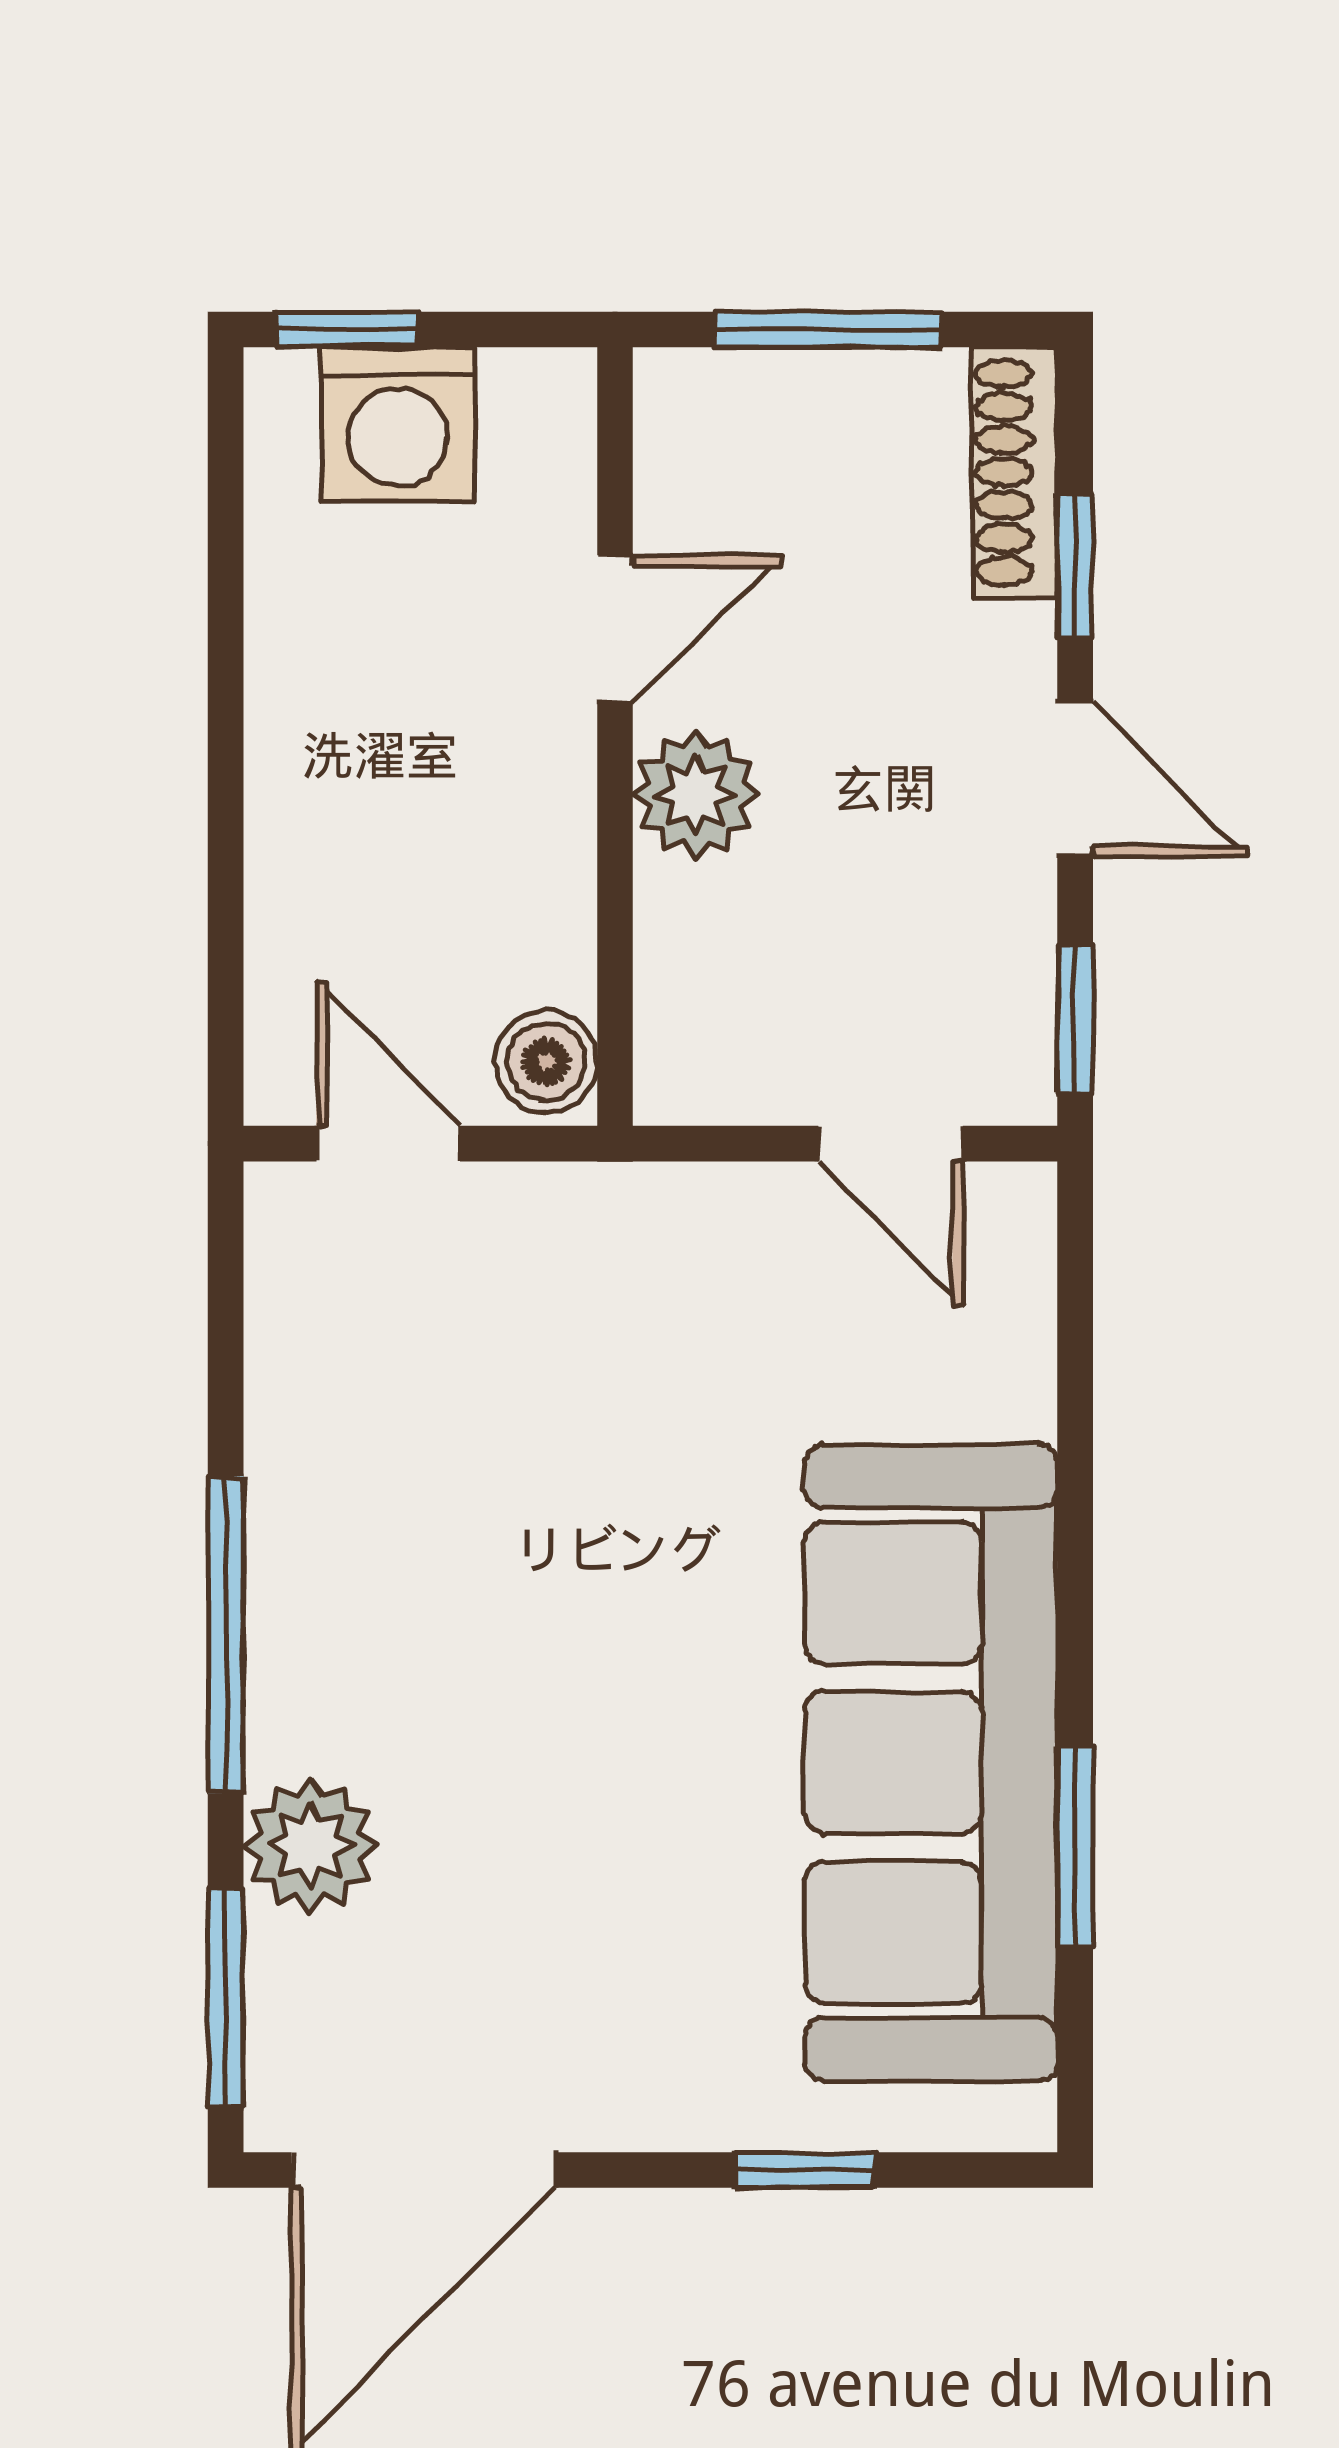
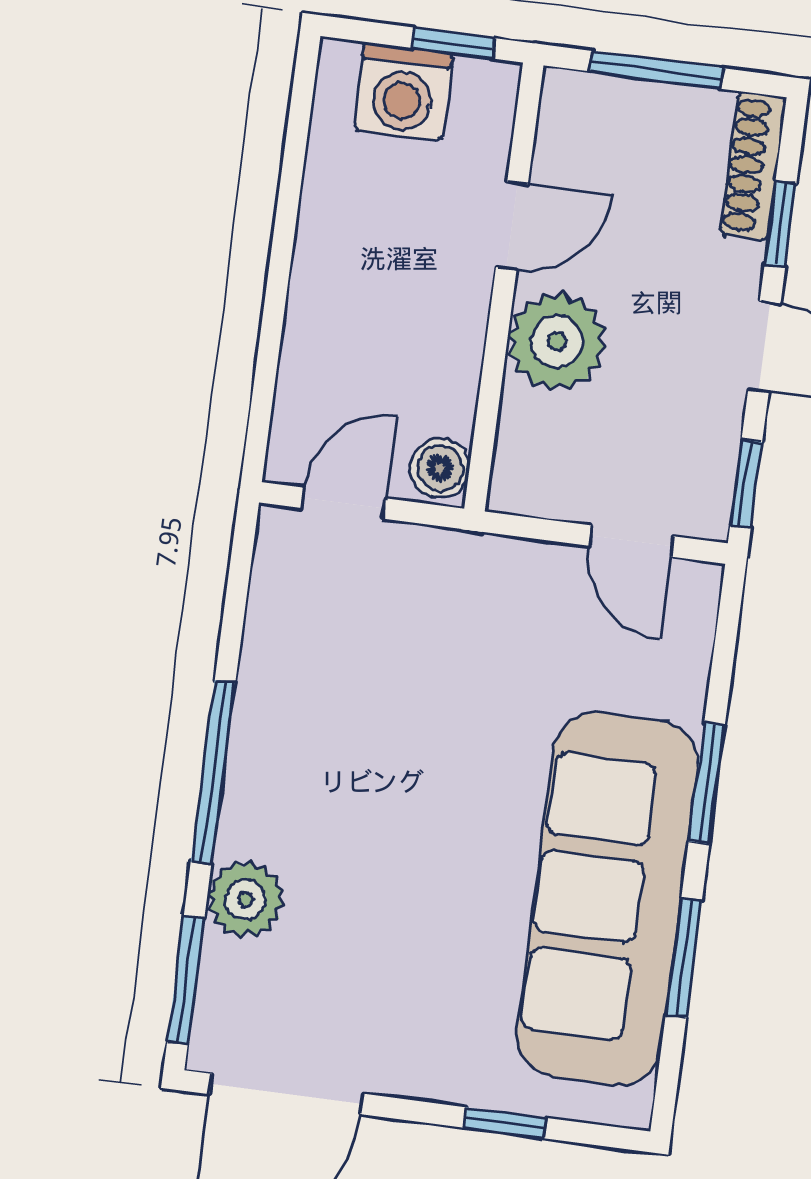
window: (346, 330) -> (453, 43), moved
plant: (696, 795) -> (557, 341), width x1.36, depth x1.36
door: (388, 1144) -> (343, 503), hinge flipped
window: (1075, 1542) -> (707, 783), added

